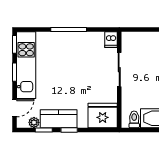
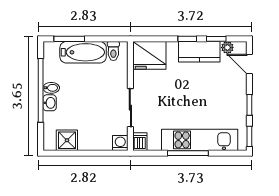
washing machine: (128, 38) -> (120, 143), added
kitchen unit: (26, 65) -> (200, 140), moved, turned 90
door: (15, 108) -> (249, 64), hinge flipped

